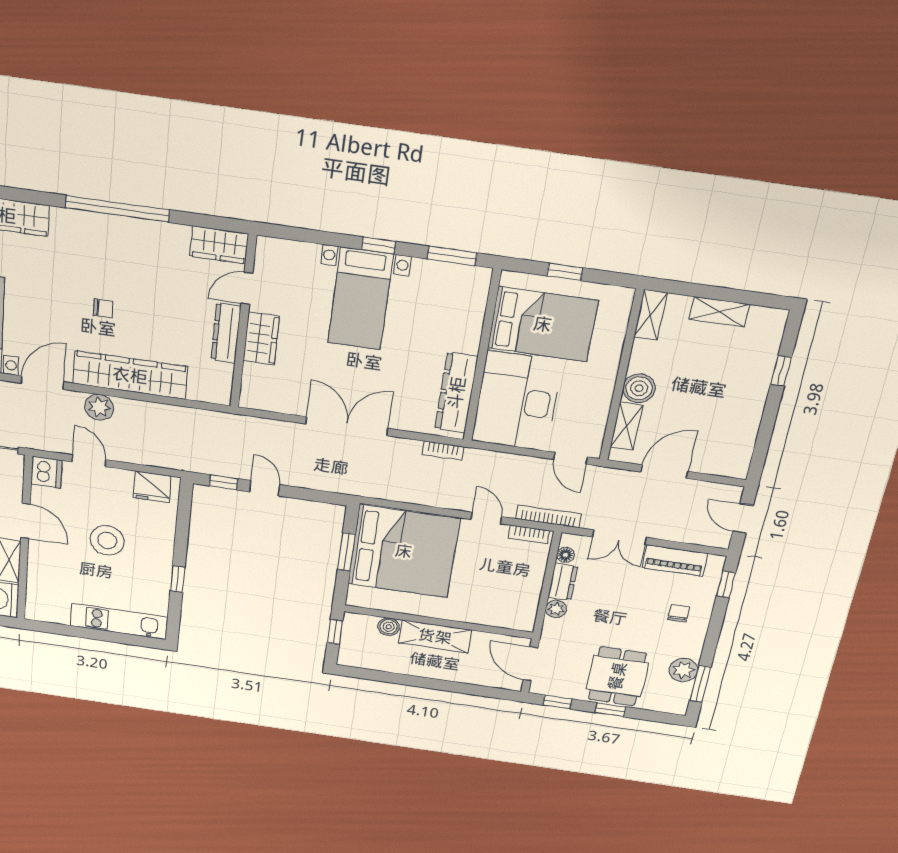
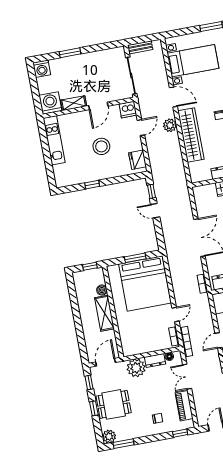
door: (265, 488) -> (155, 211), swing flipped
plant: (556, 609) -> (136, 368), width x1.88, depth x1.88
kitchen unit: (119, 621) -> (54, 140), moved
plant: (683, 670) -> (109, 436), moved

